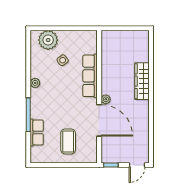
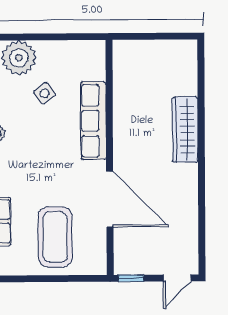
plant: (106, 99) -> (121, 162), removed
coffee table: (68, 141) -> (55, 237), width x1.36, depth x1.32

